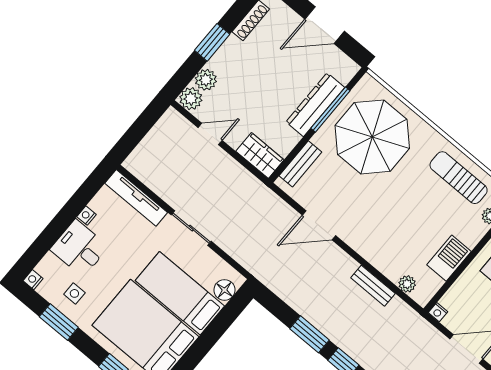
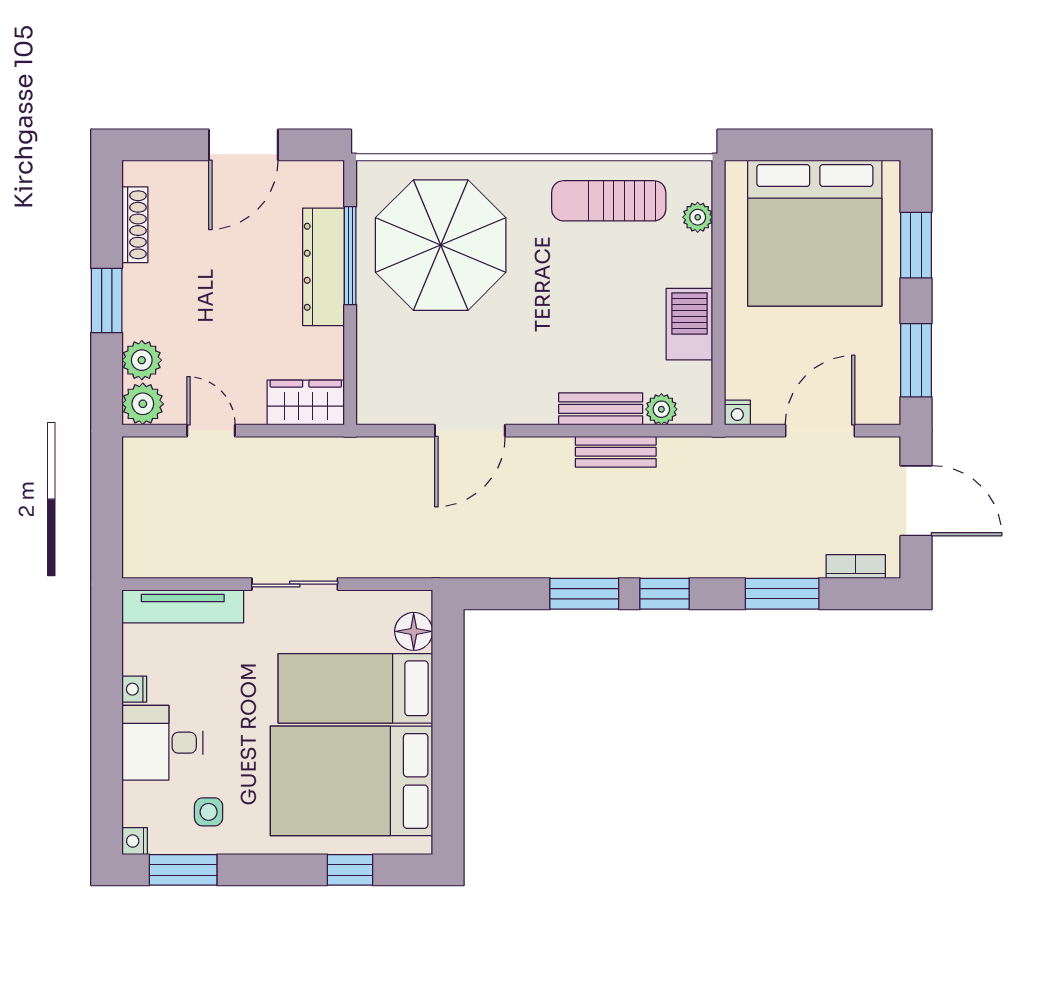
door: (210, 134) -> (211, 431), hinge flipped
bench: (300, 164) -> (601, 409), moved, turned 90
window: (59, 322) -> (183, 870), moved

